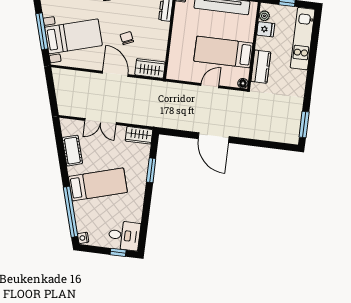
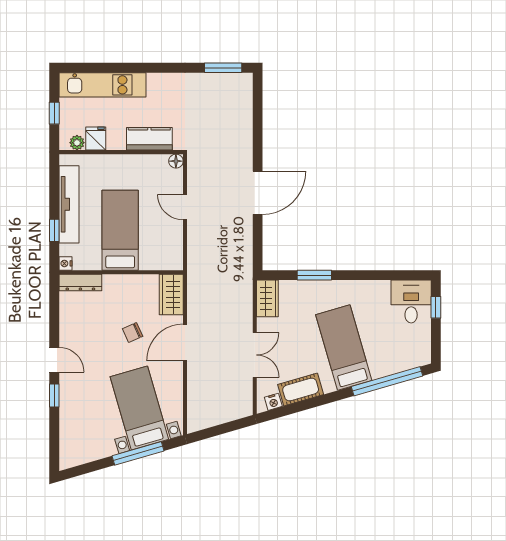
bed: (223, 52) -> (120, 230), moved, turned 180
nightstand: (83, 238) -> (273, 402), moved

